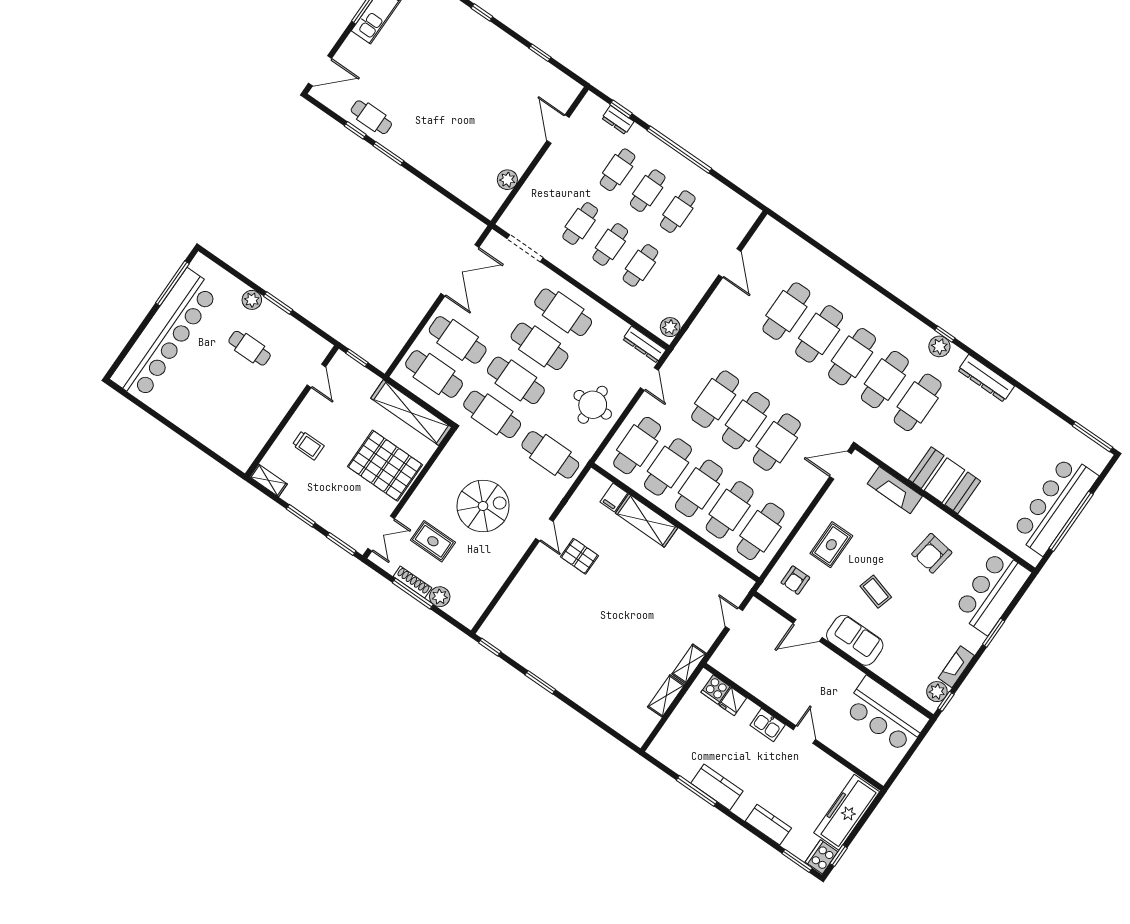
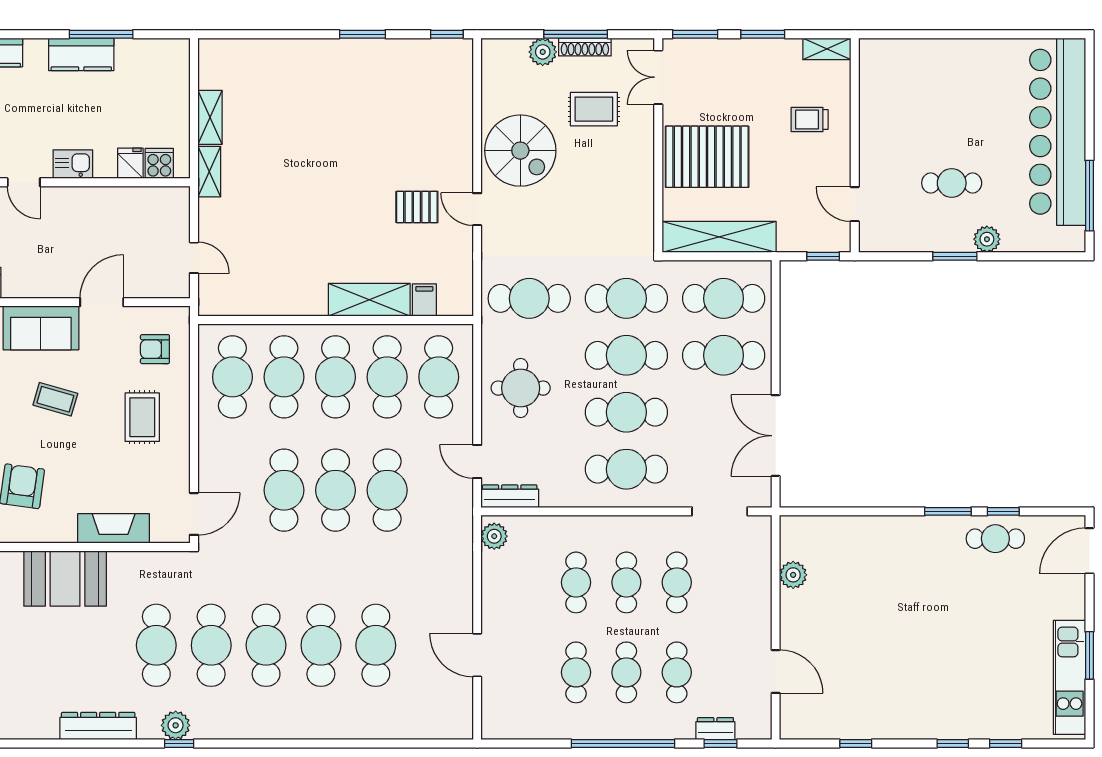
spiral stairs: (483, 506) -> (520, 151), moved, turned -90
armchair: (795, 580) -> (155, 349), turned -90

